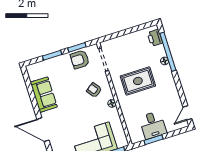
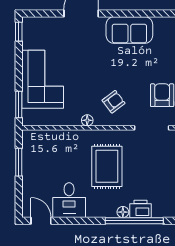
printer: (155, 38) -> (140, 209), moved
desk: (153, 125) -> (69, 200), moved, turned -90

